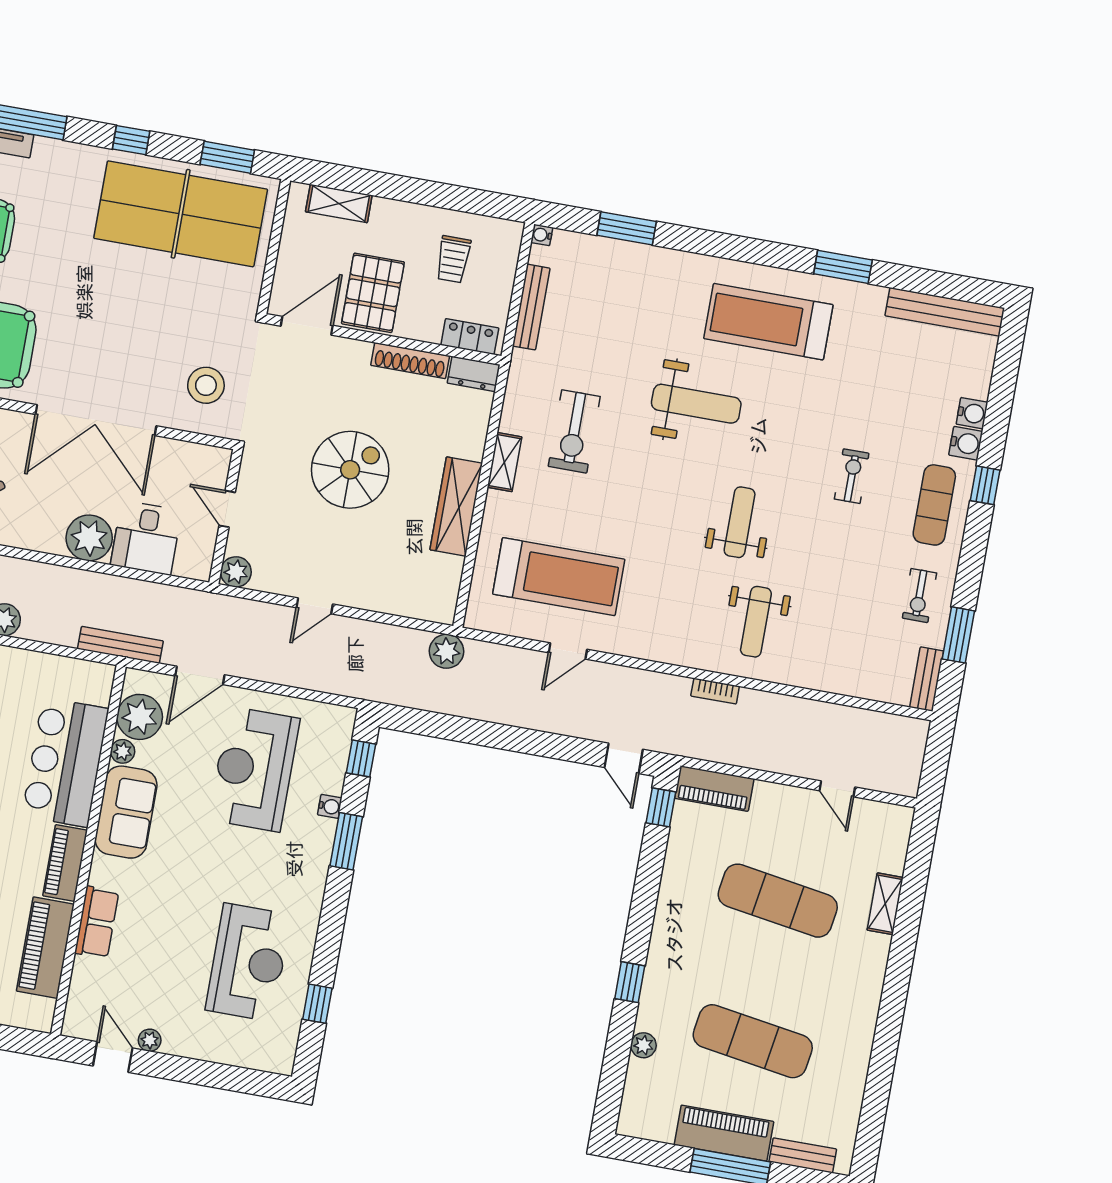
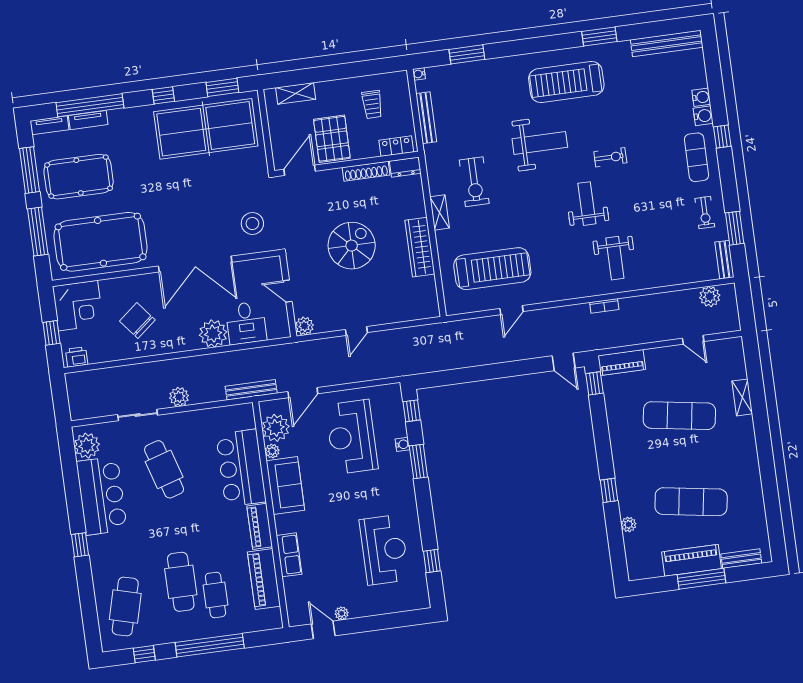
exercise bike: (852, 476) -> (610, 157), moved, turned 90
plant: (446, 651) -> (710, 296), moved

